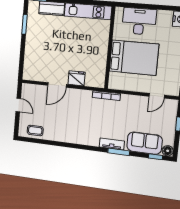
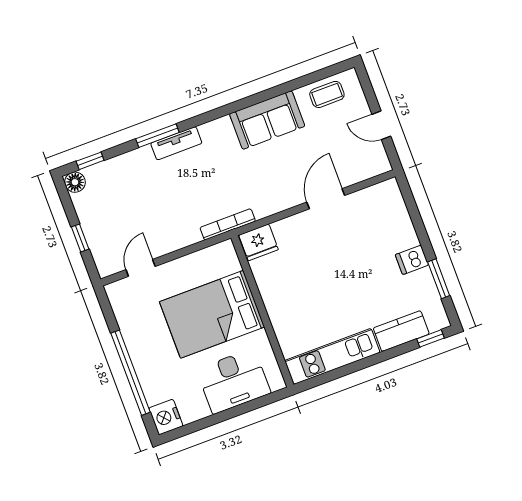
dishwasher: (32, 39) -> (412, 260), added
fridge: (77, 78) -> (258, 242), moved
sofa: (145, 143) -> (267, 120), moved

